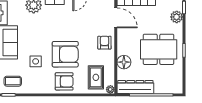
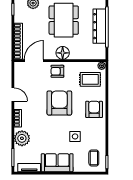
armchair: (65, 54) -> (59, 103), moved
floor lamp: (124, 62) -> (63, 53), moved
dresser: (135, 87) -> (99, 26), moved

